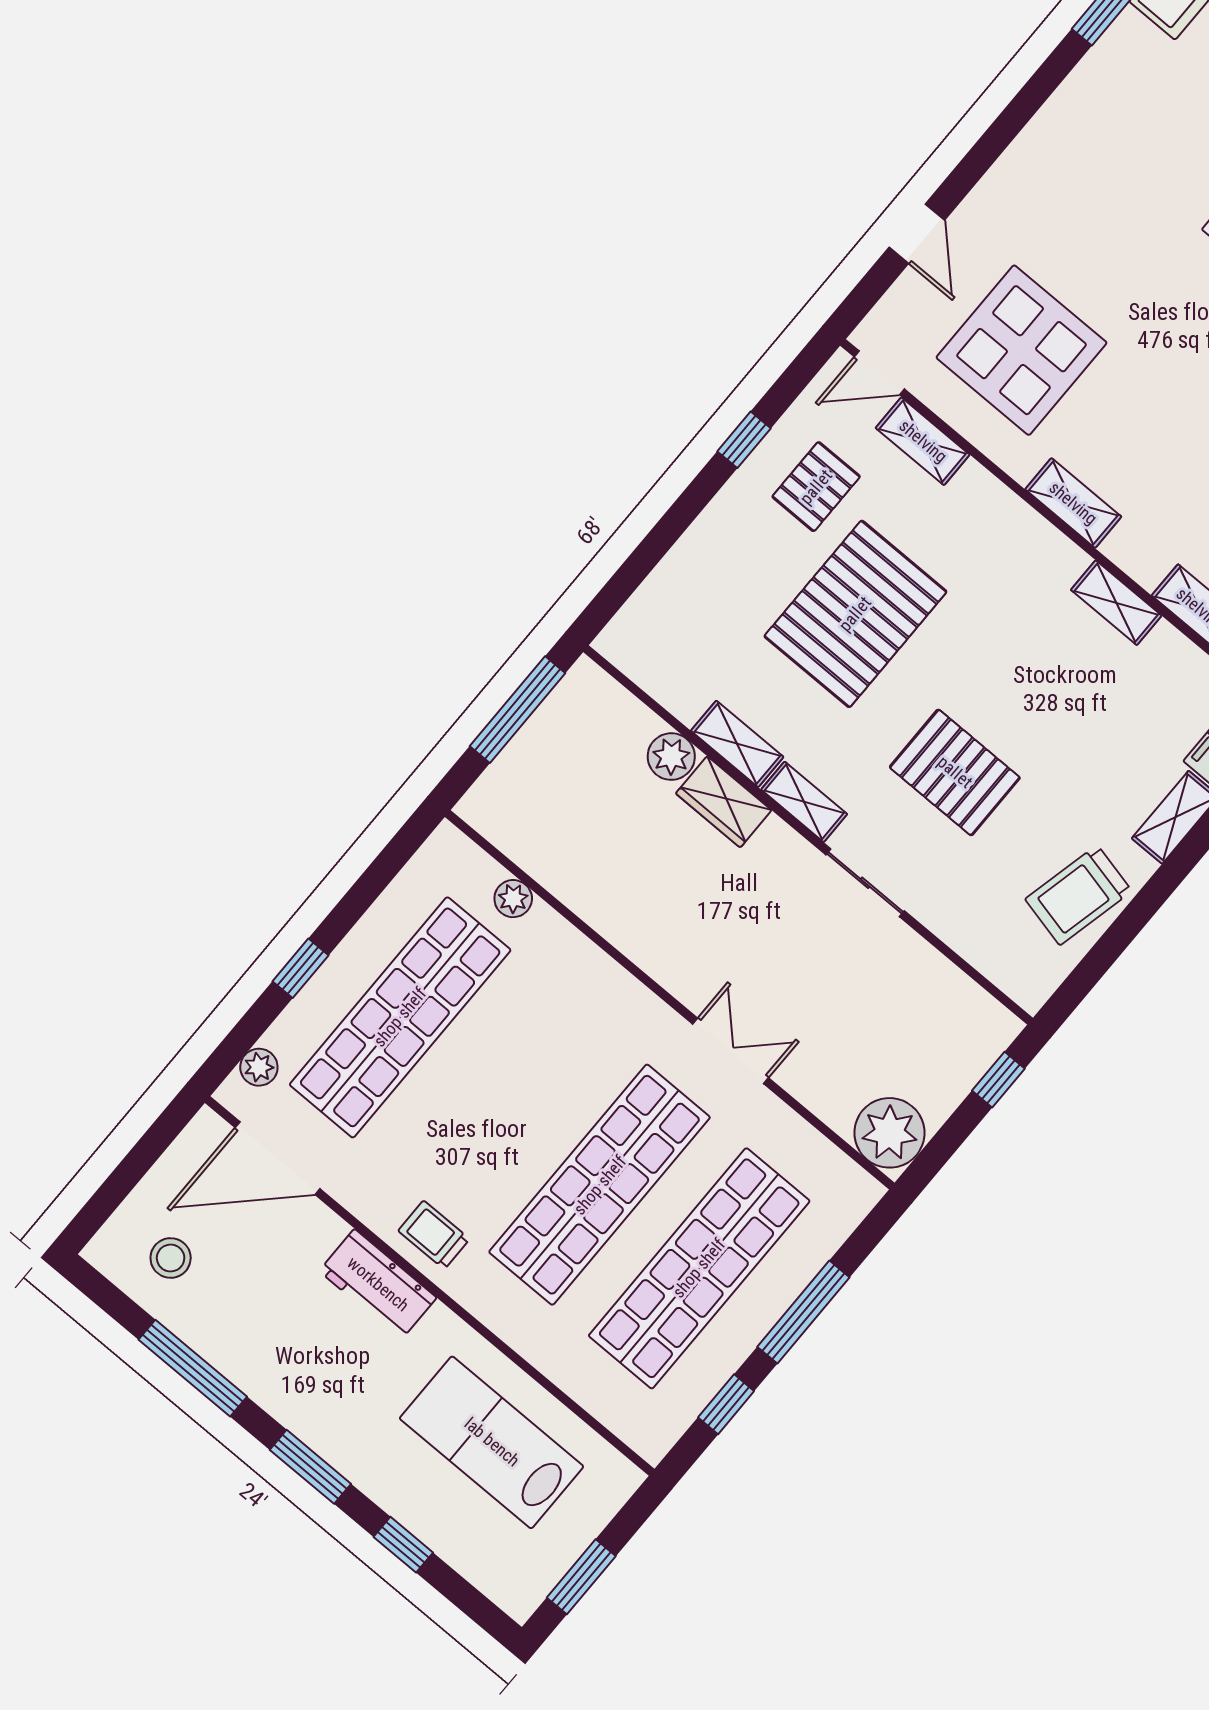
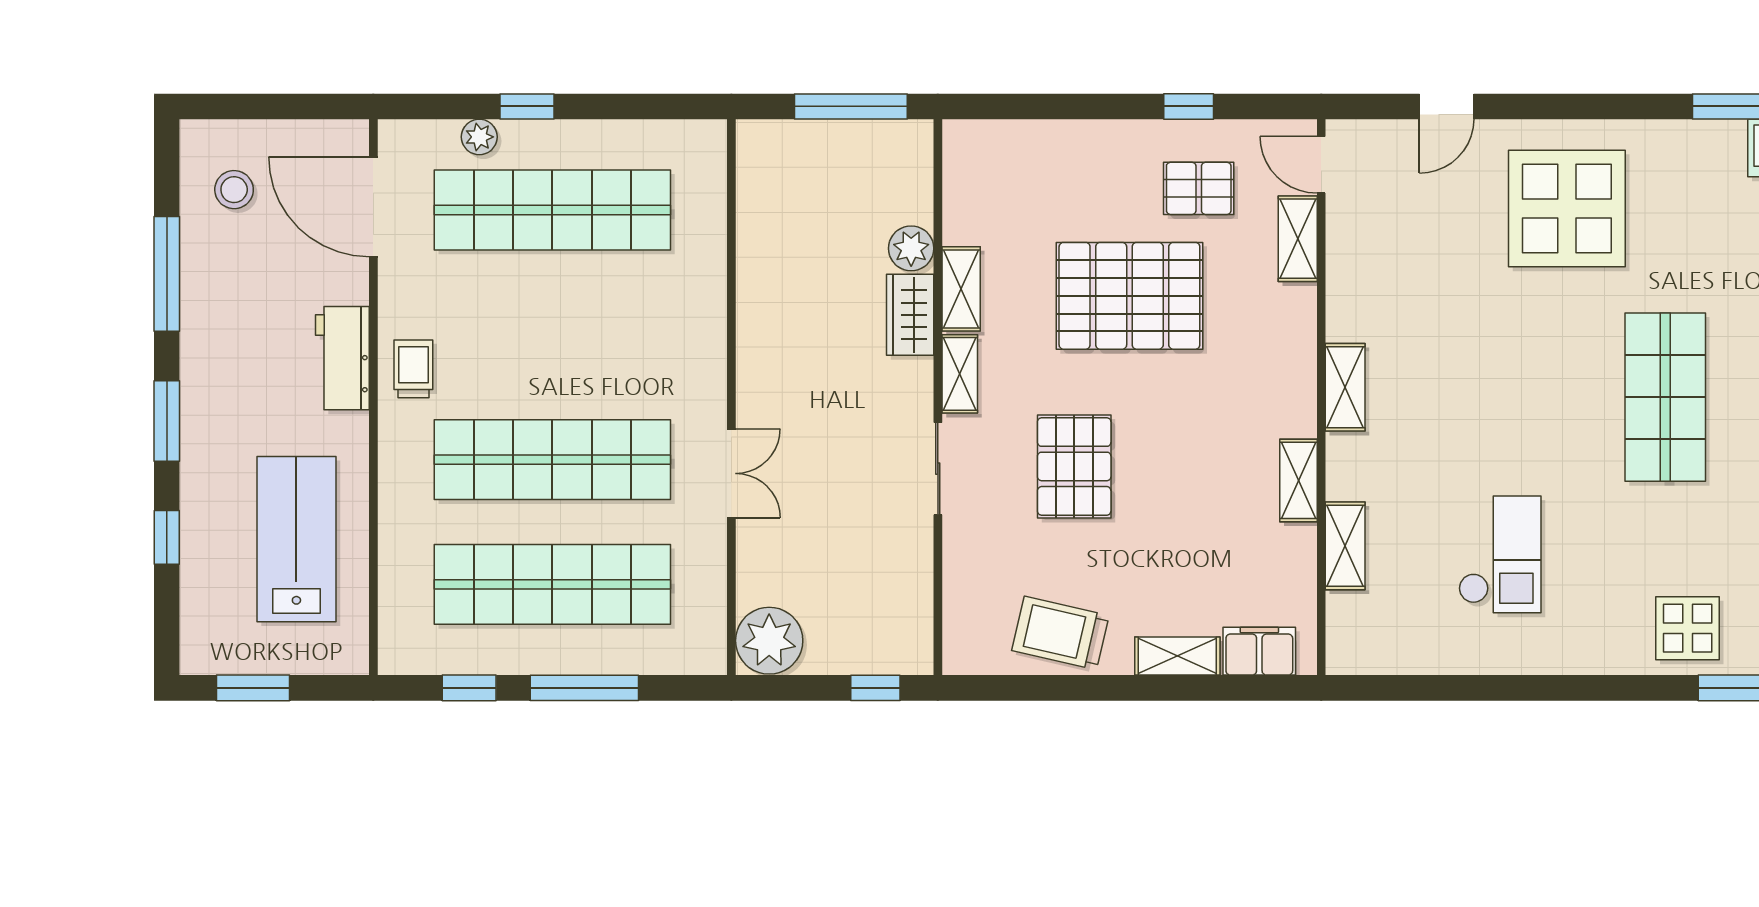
display table: (1022, 350) -> (1567, 208), moved
plant: (513, 899) -> (709, 220), removed
plant: (259, 1067) -> (479, 137), moved

